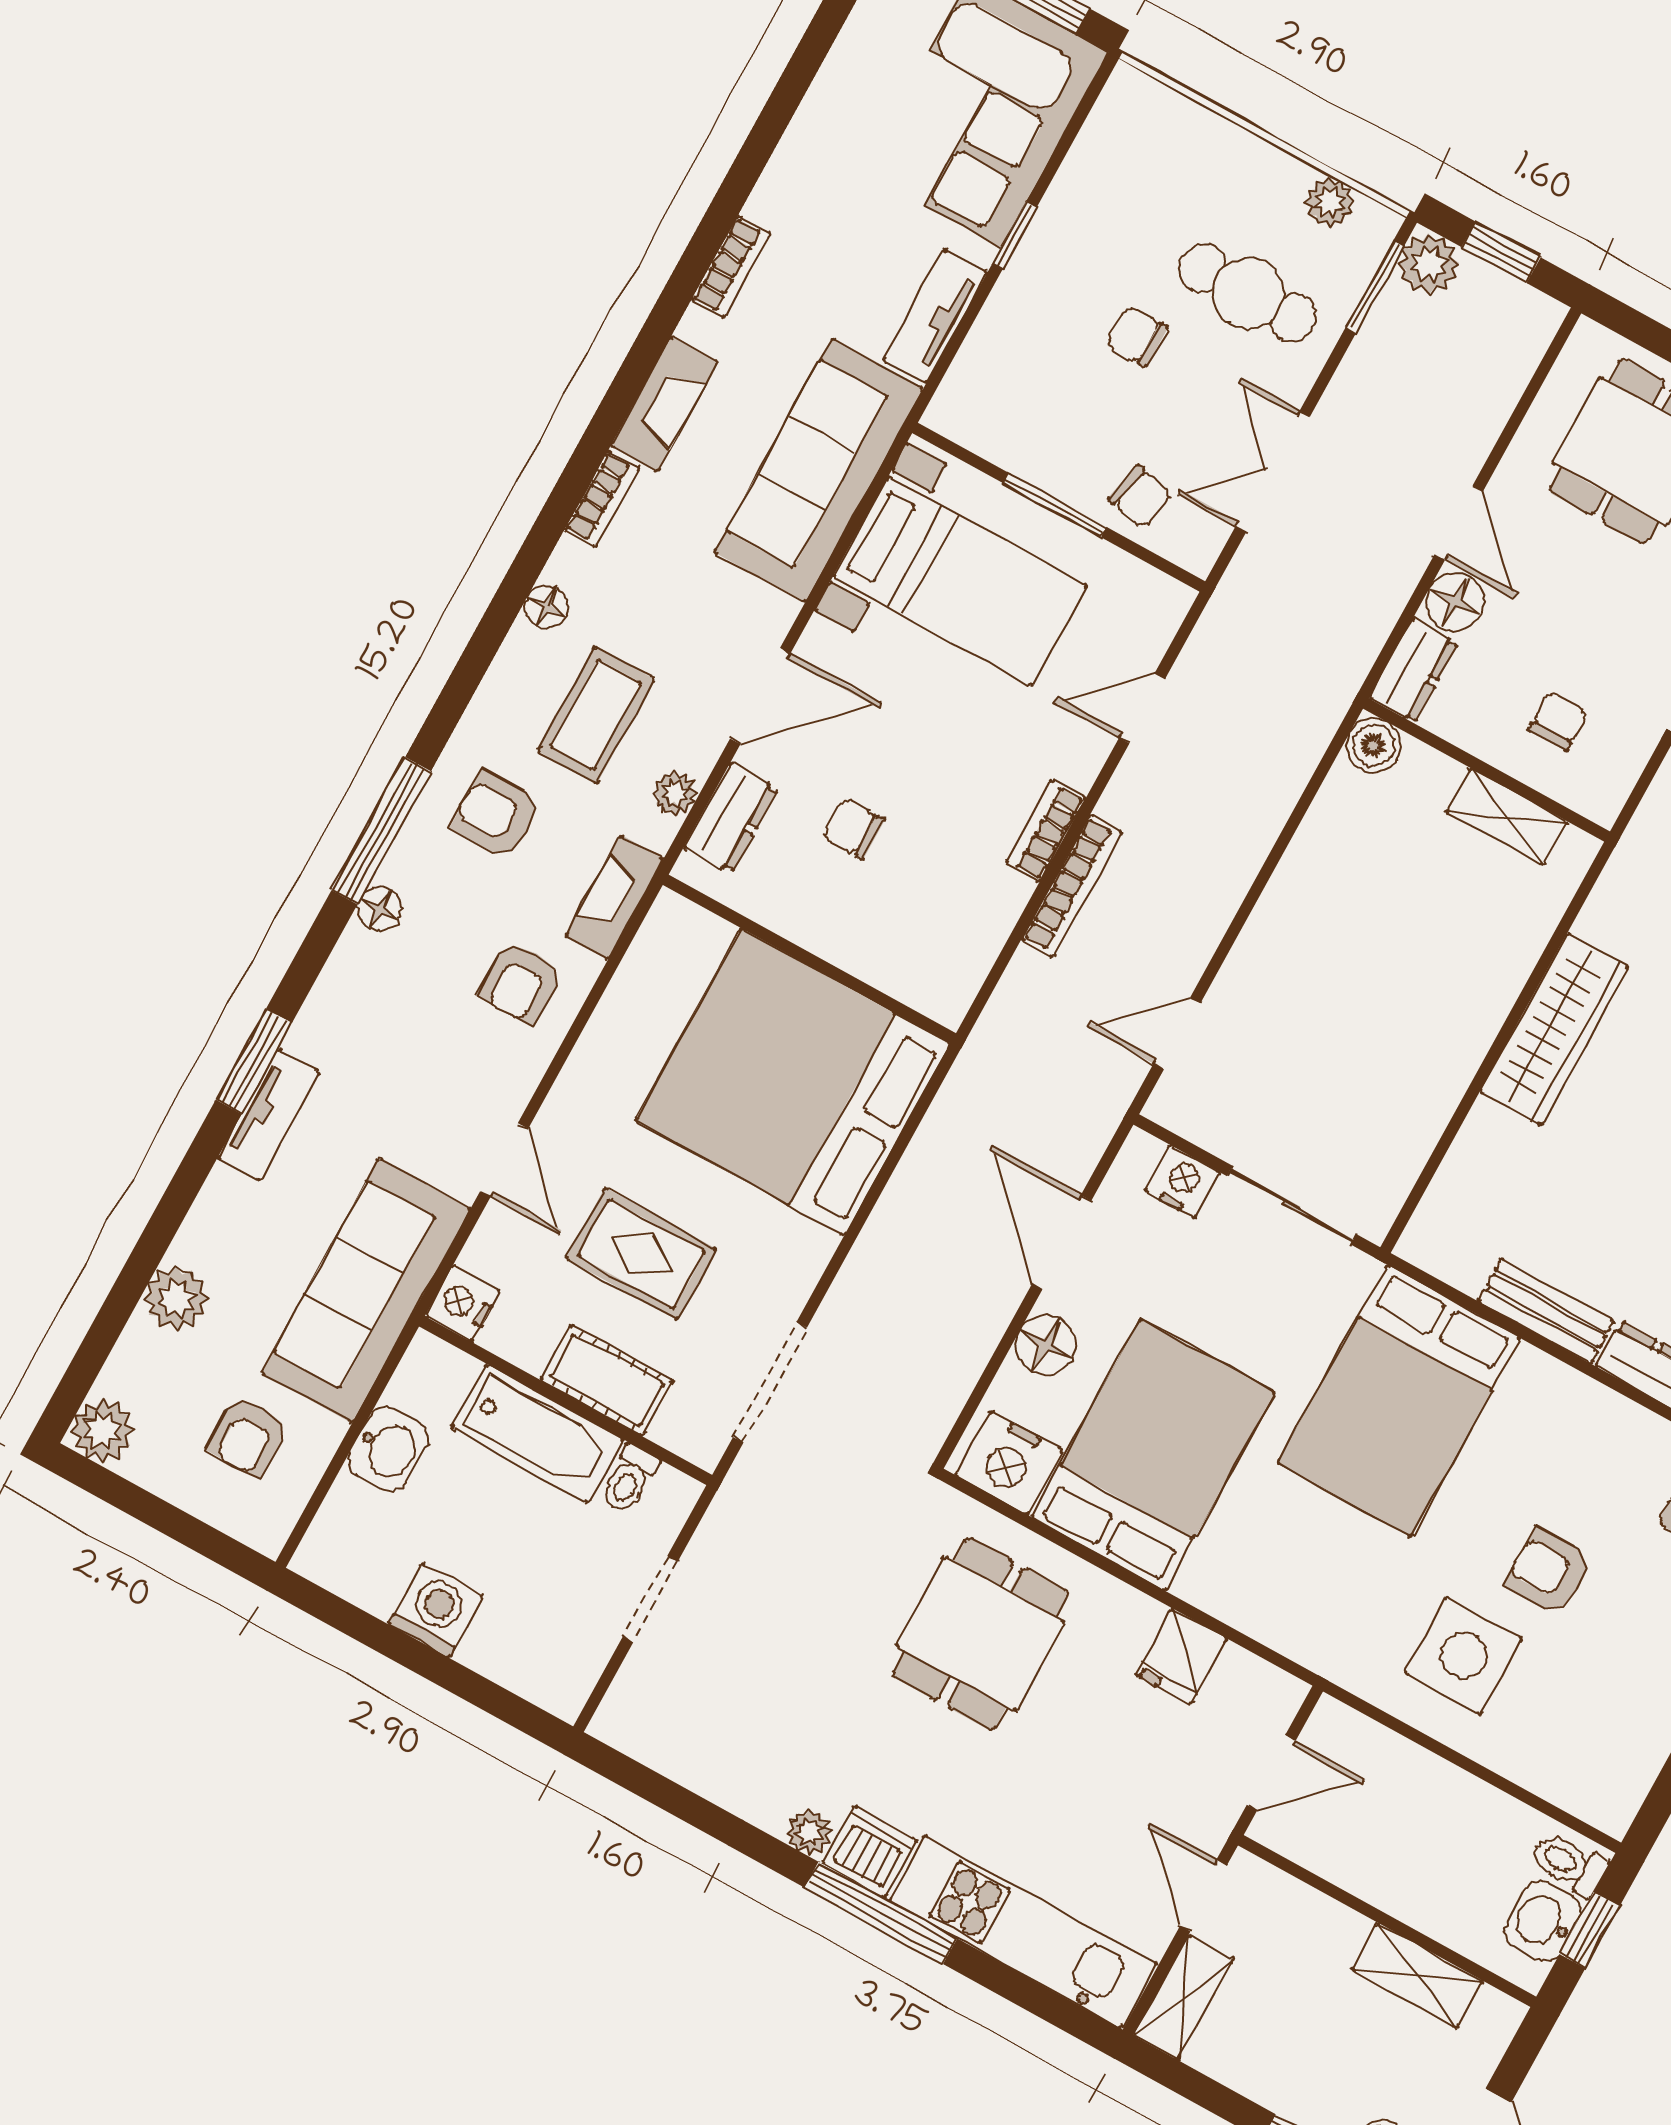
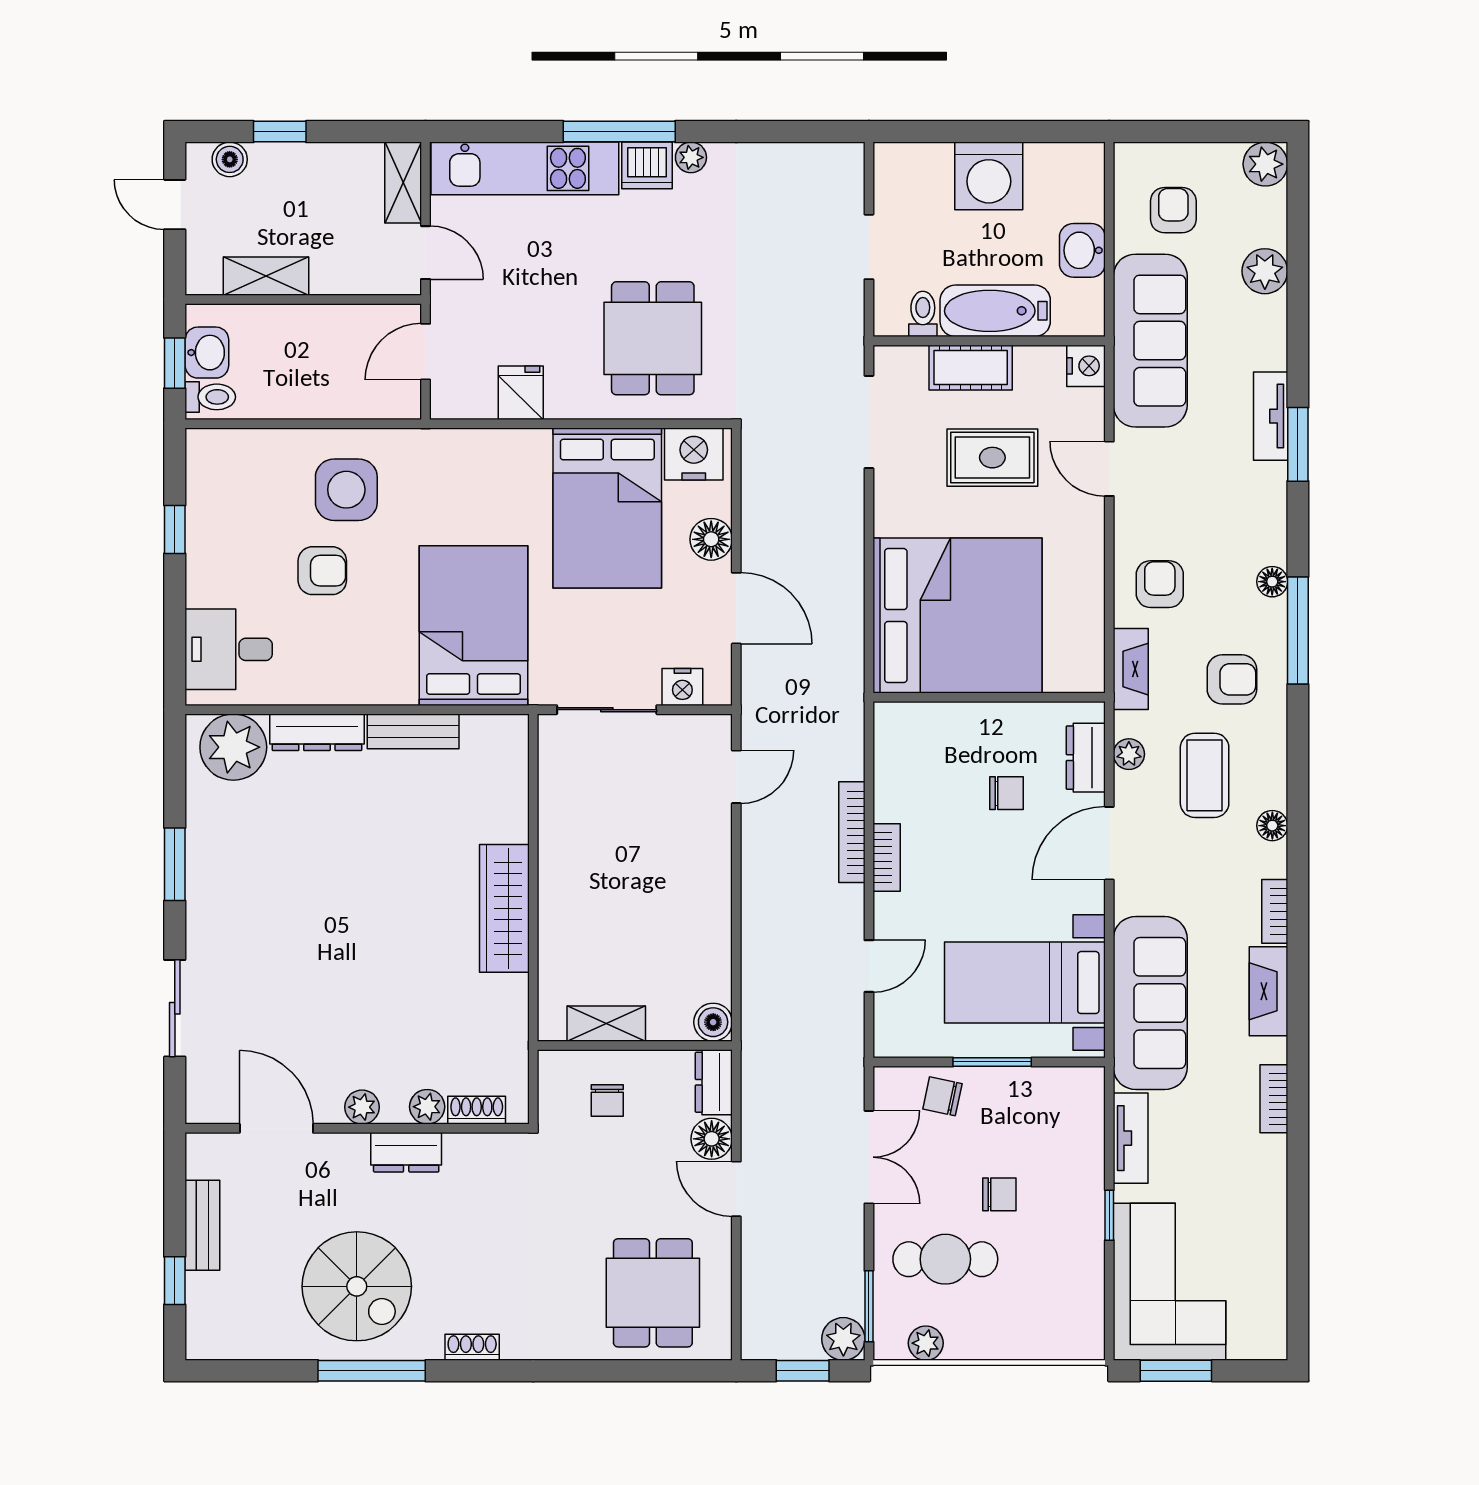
washing machine: (436, 1610) -> (989, 176), width x1.37, depth x1.37

